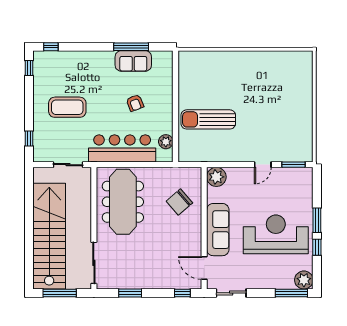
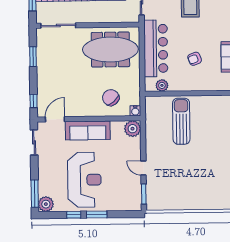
water cooler: (195, 173) -> (135, 111), added

